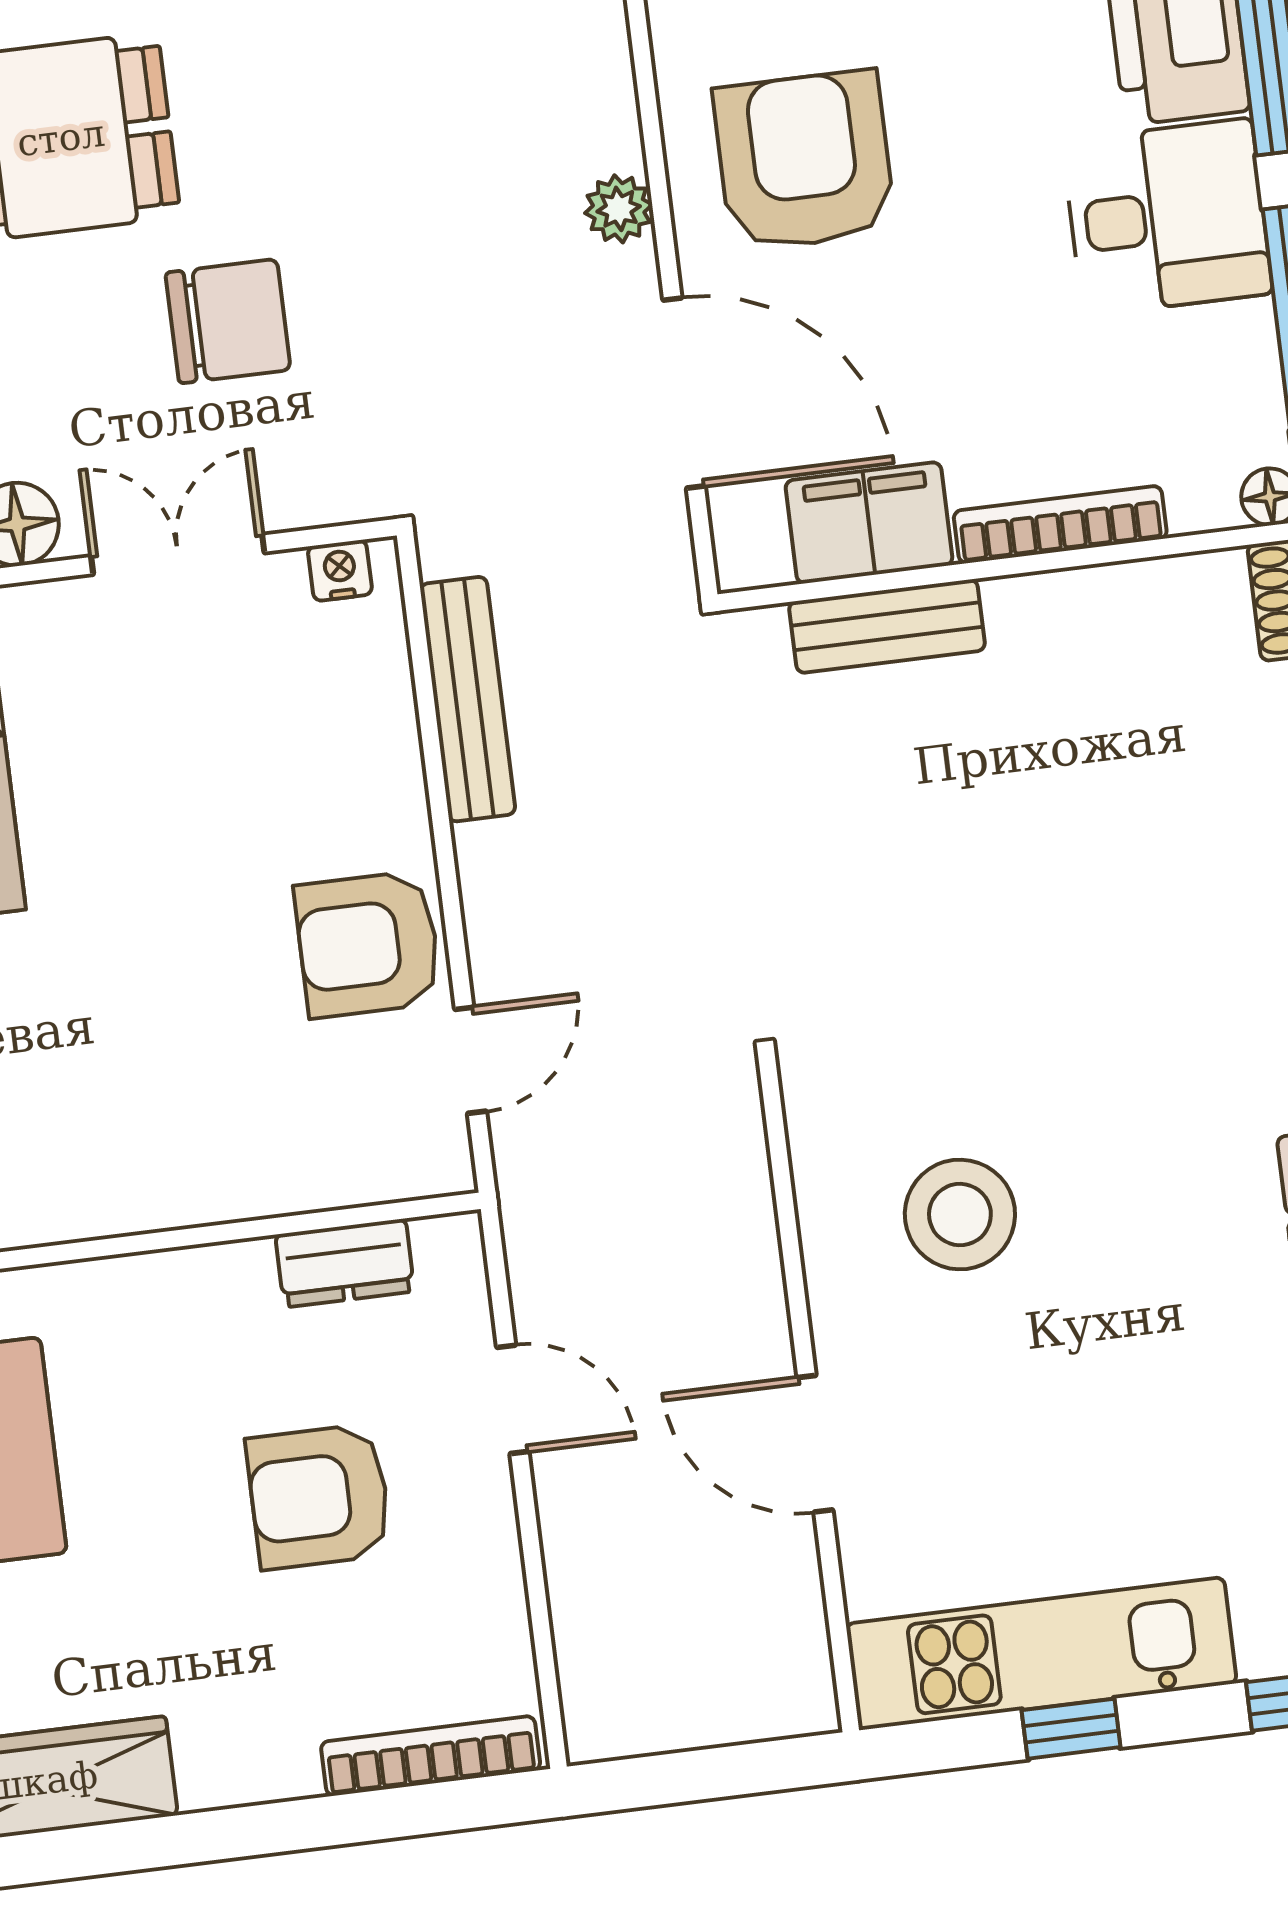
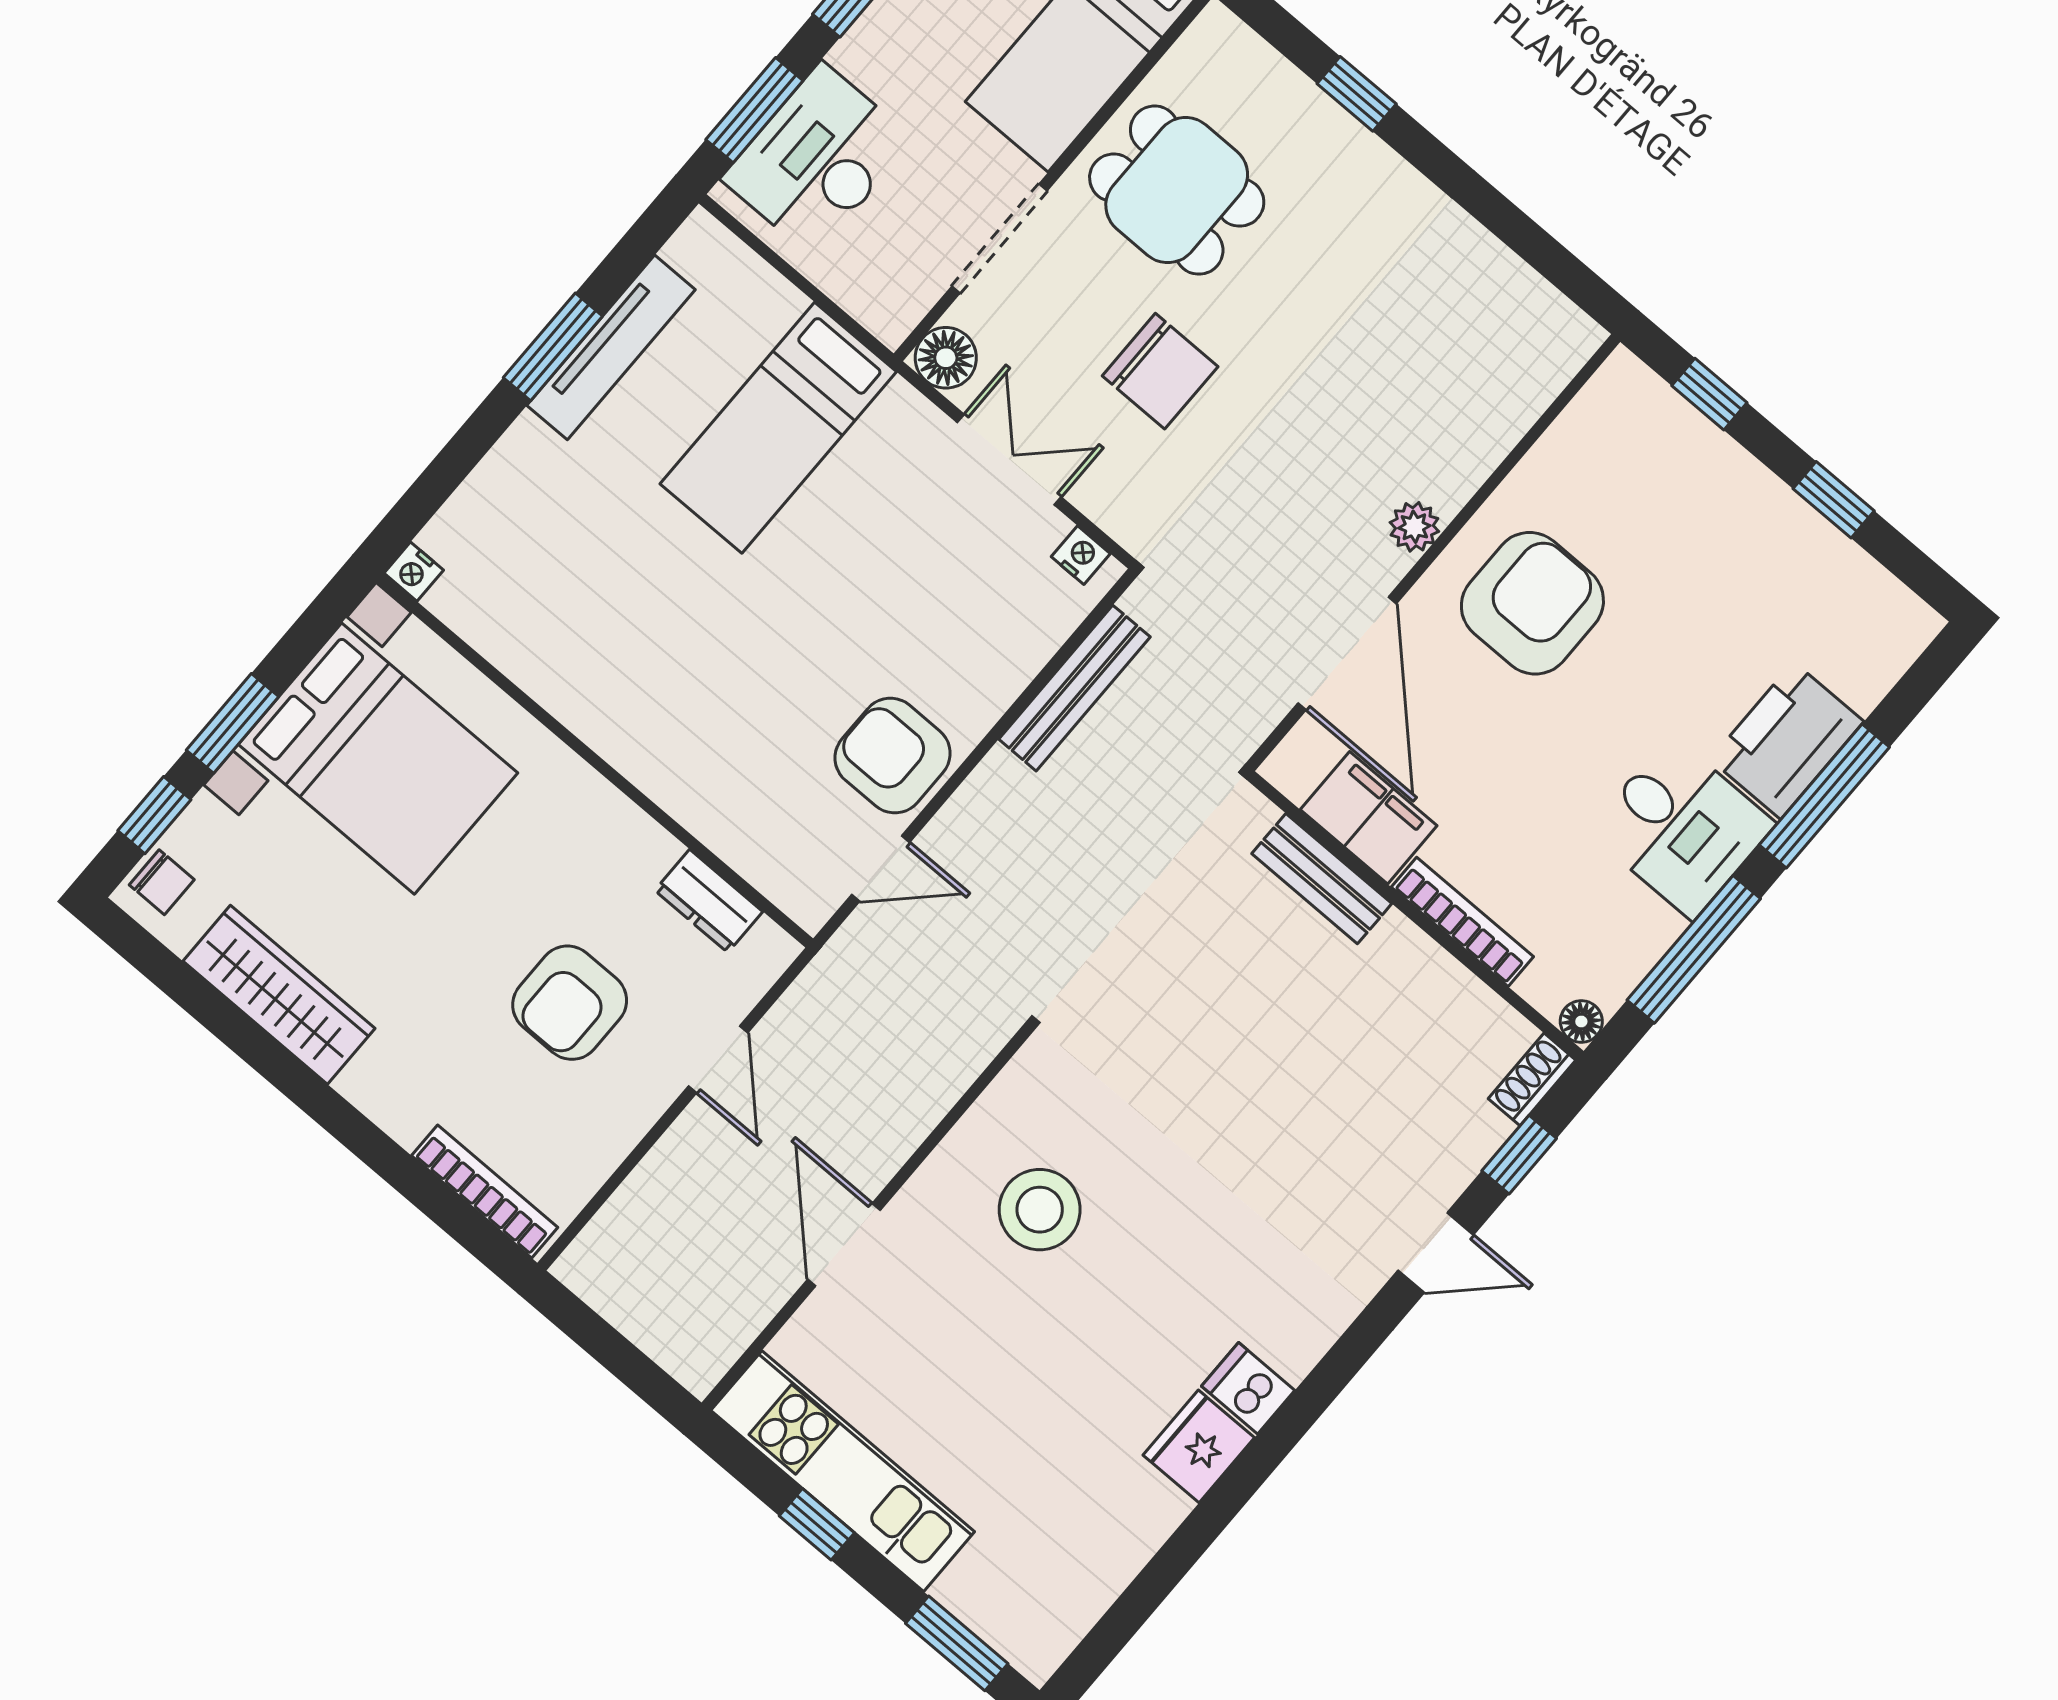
armchair: (319, 1497) -> (570, 1003), turned -90

